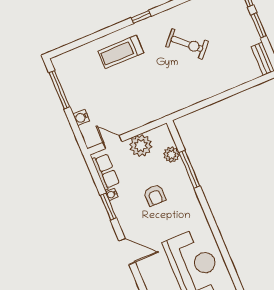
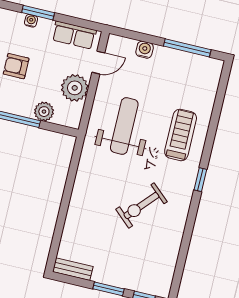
weight bench: (142, 94) -> (124, 126), added
water cooler: (112, 194) -> (31, 21), moved

